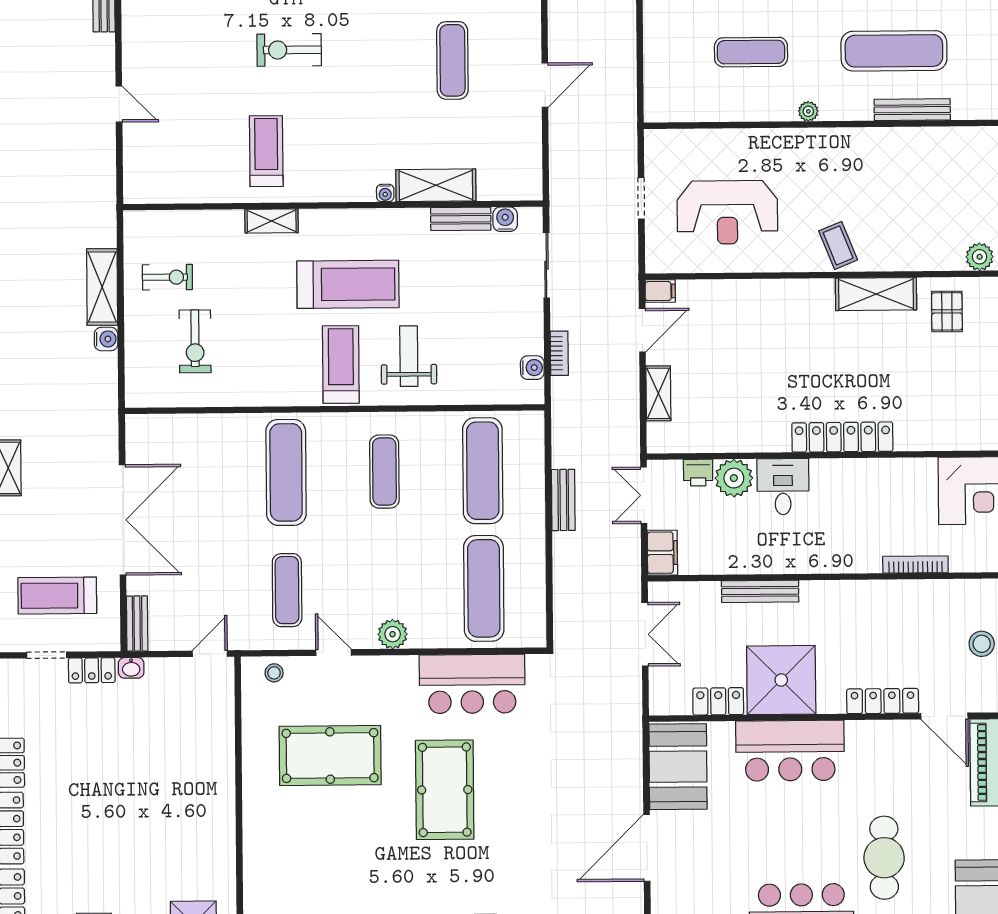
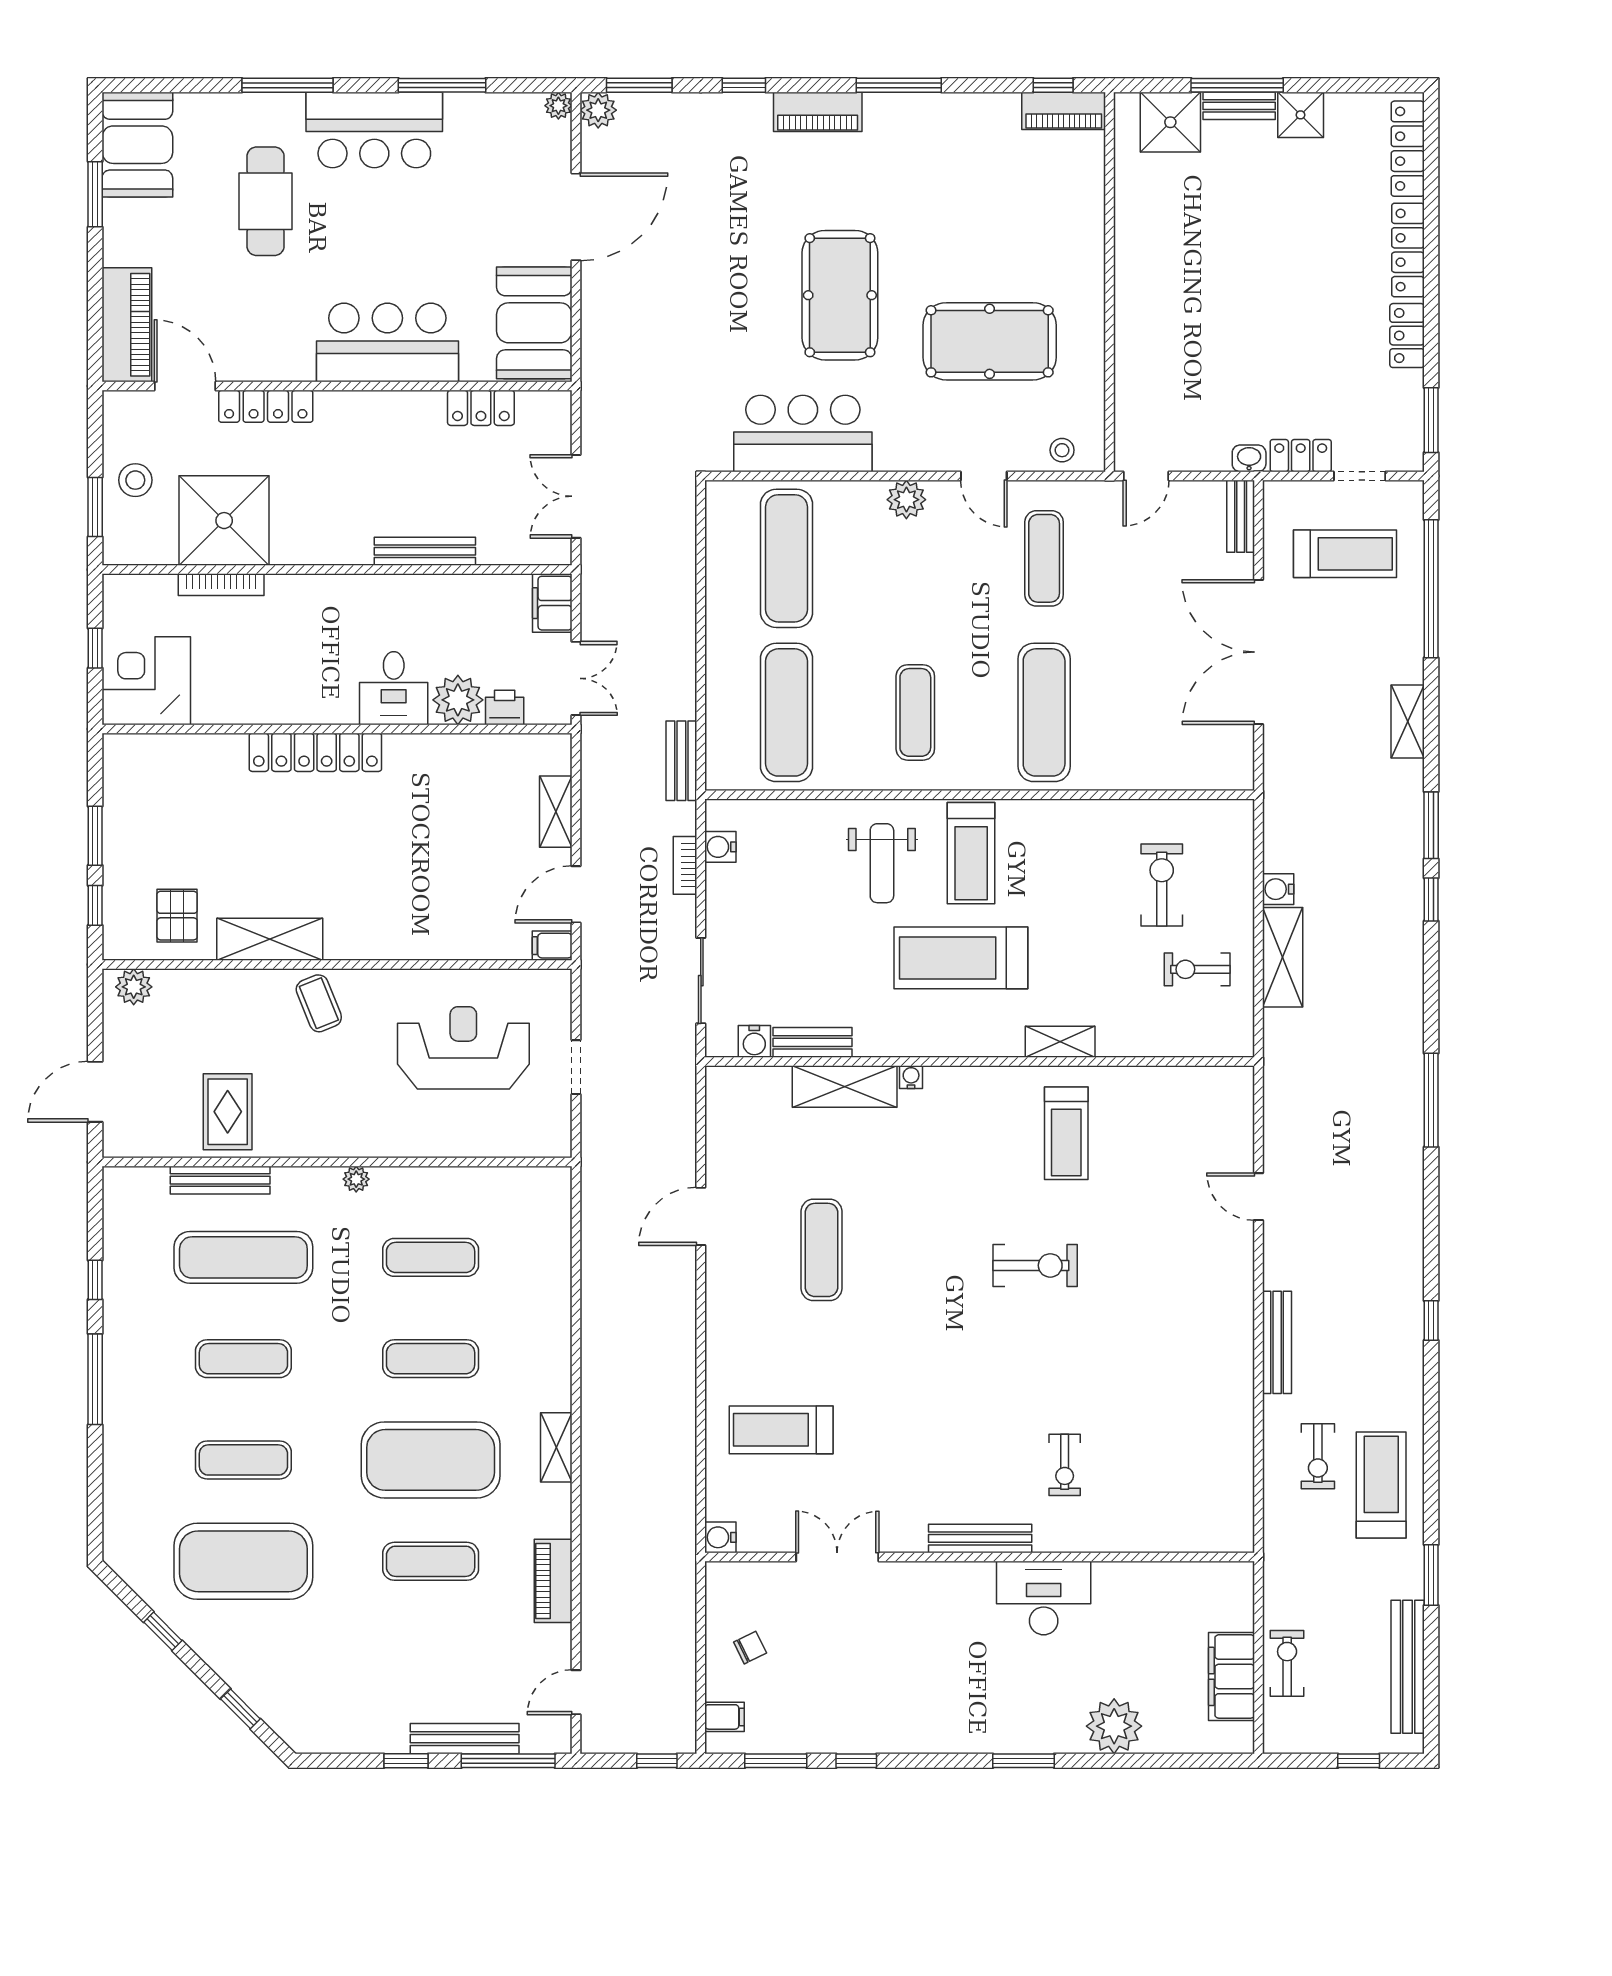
rug: (907, 162) -> (228, 1112), added
bench: (563, 500) -> (681, 761), moved
shower: (781, 680) -> (224, 521), moved

